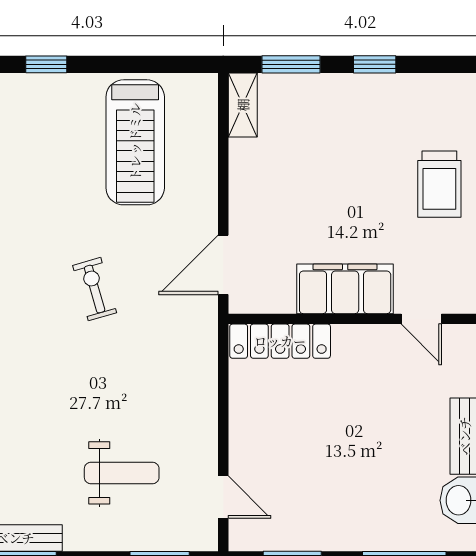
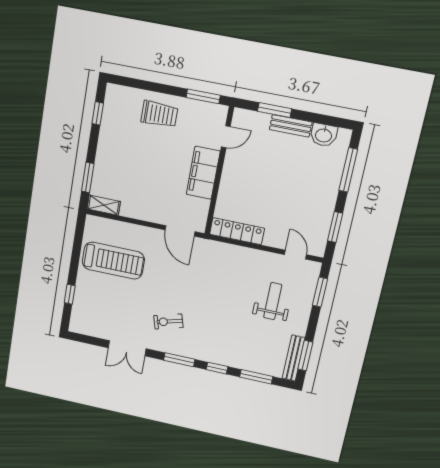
window: (375, 64) -> (98, 113), moved
exercise bike: (95, 289) -> (168, 322), moved
locker: (280, 341) -> (237, 231), moved, turned -90
door: (223, 497) -> (295, 255), hinge flipped

